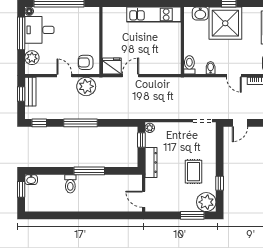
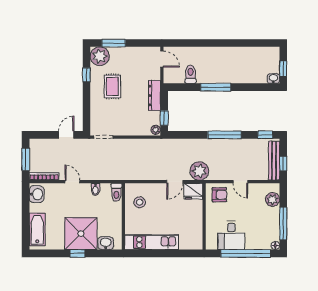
desk: (39, 30) -> (231, 235), moved, turned 90
stool: (166, 55) -> (140, 202), added
plant: (86, 86) -> (199, 171), moved
bench: (30, 92) -> (274, 161), width x1.36
toilet: (70, 184) -> (190, 74), moved

